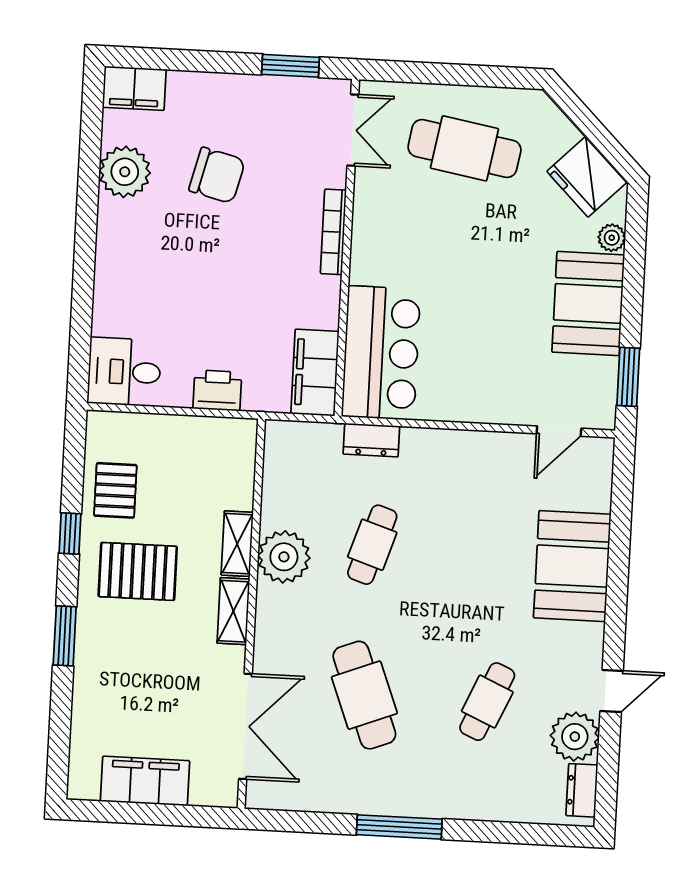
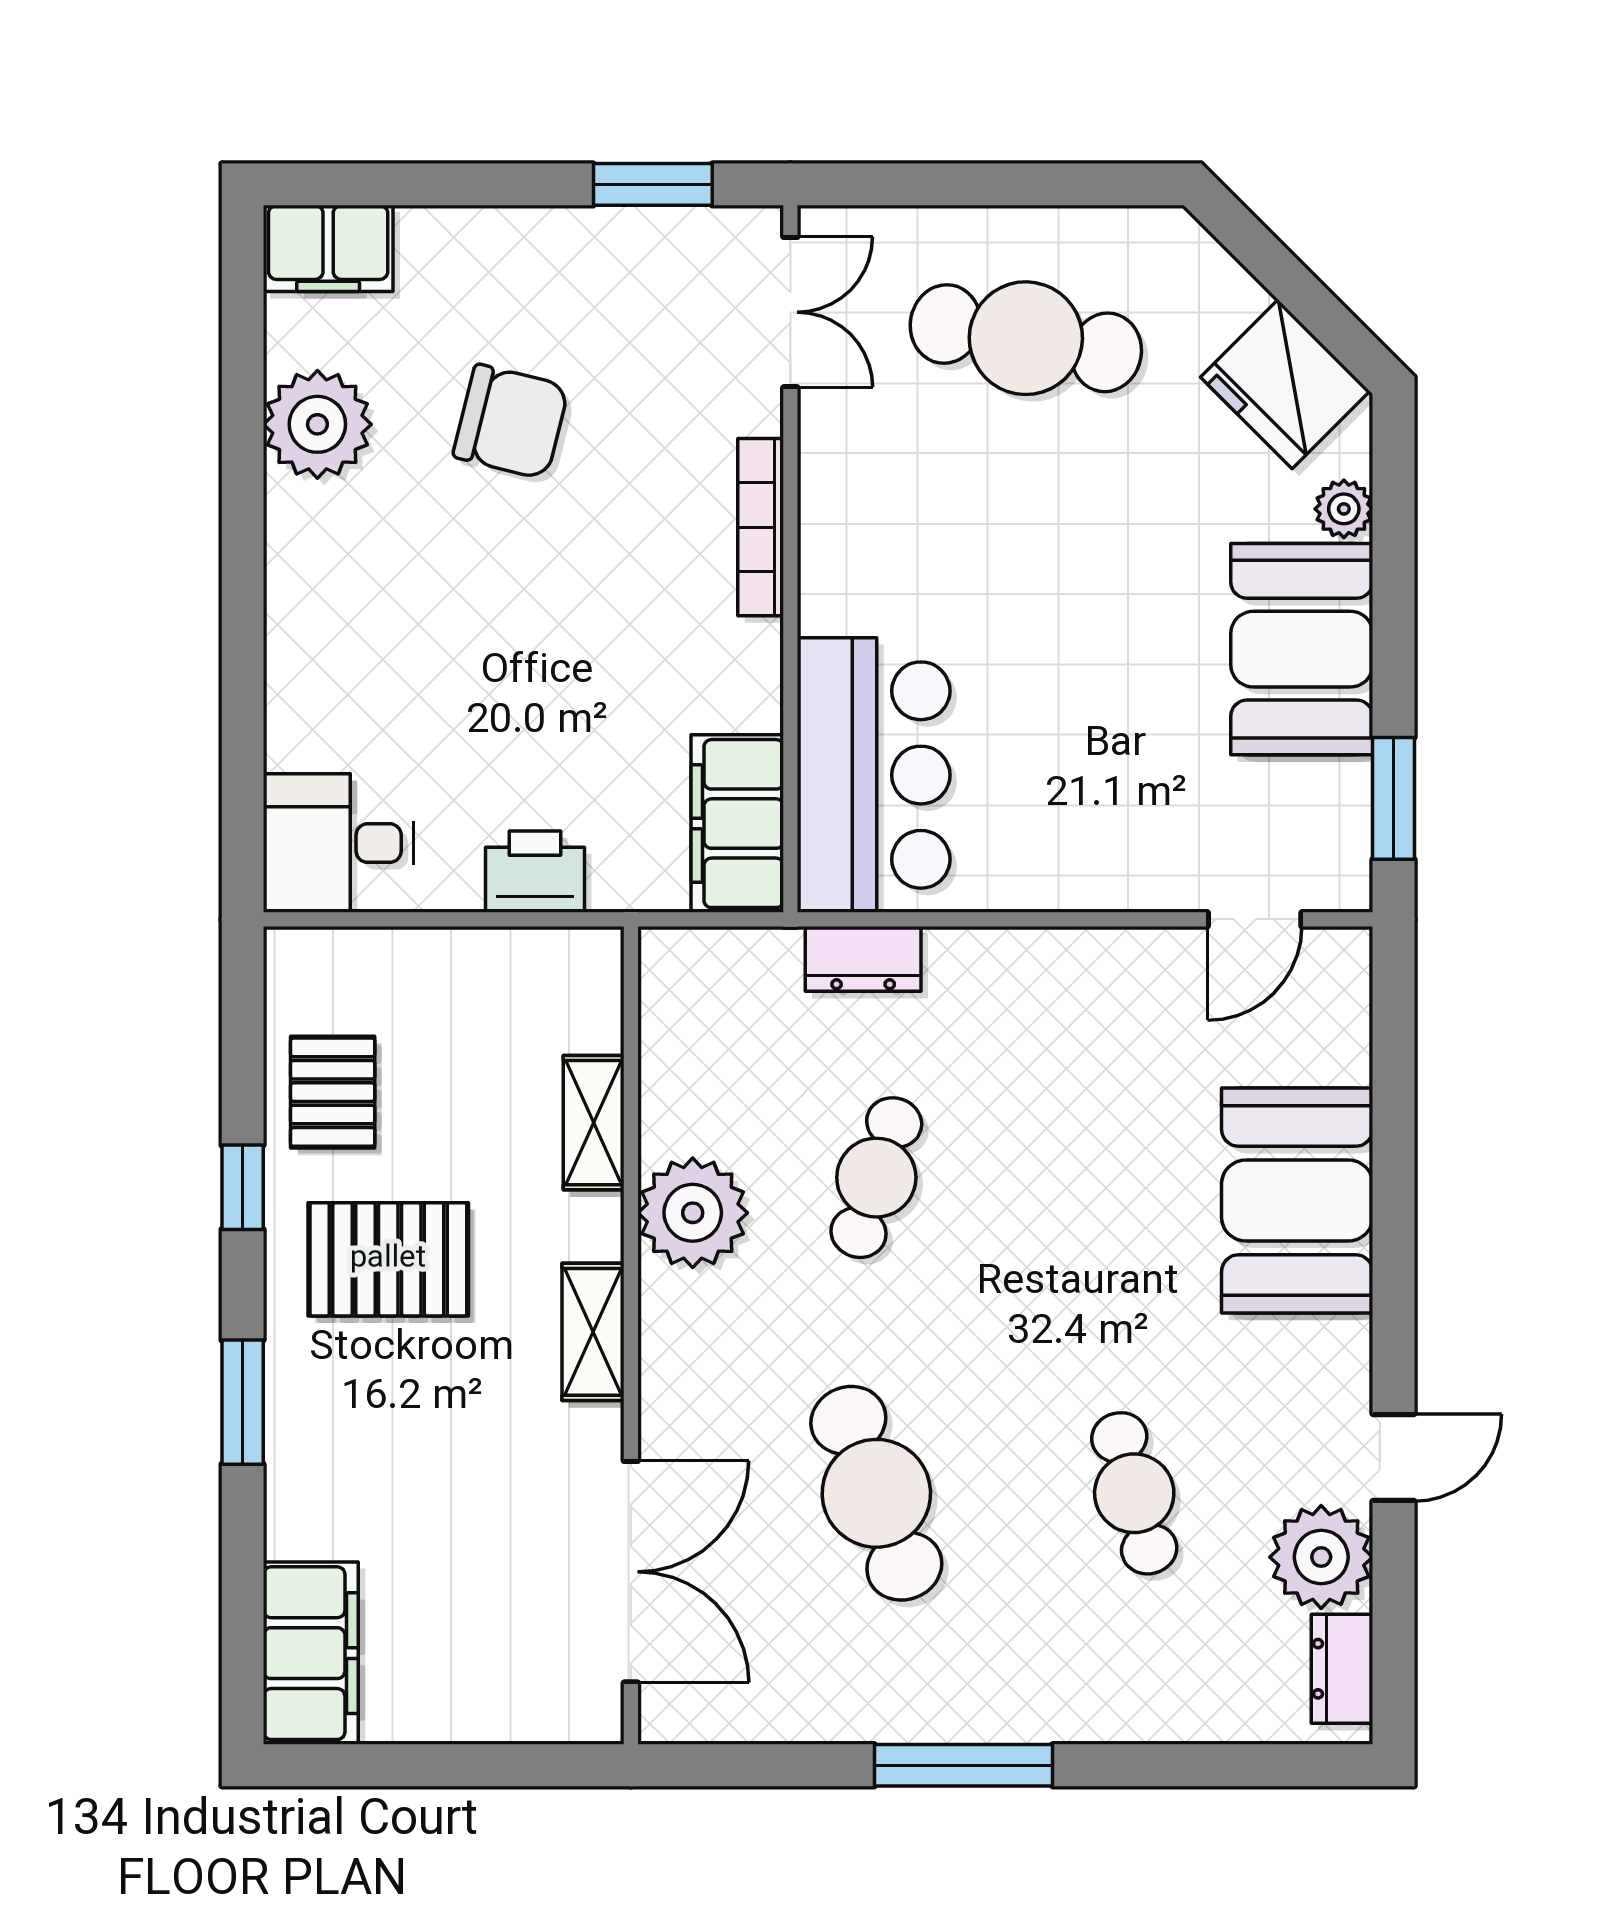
shelving: (237, 544) -> (594, 1123), moved
cafe table: (487, 702) -> (1134, 1493), turned -39
filing cabinet: (145, 781) -> (311, 1653), moved, turned 90

